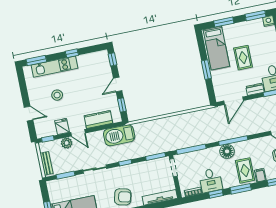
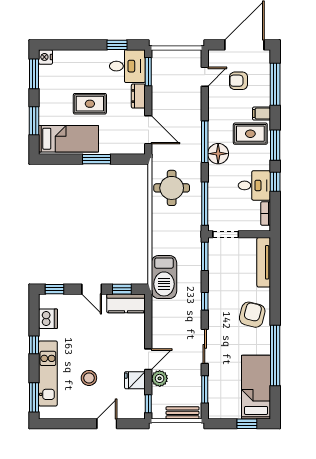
dishwasher: (92, 59) -> (48, 319), added
kitchen counter: (98, 120) -> (126, 303), moved, turned -90
round table: (197, 125) -> (172, 188), added
barbecue: (119, 135) -> (164, 277), moved

